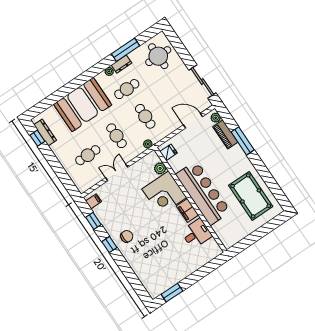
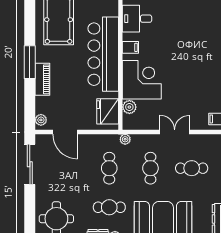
piano: (225, 134) -> (42, 79), moved
window: (243, 141) -> (30, 62), moved
fridge: (168, 152) -> (108, 111), width x1.88, depth x1.34
double door: (117, 172) -> (175, 132), swing flipped
filing cabinet: (187, 210) -> (130, 47), width x0.50
chair: (127, 236) -> (207, 62), removed

